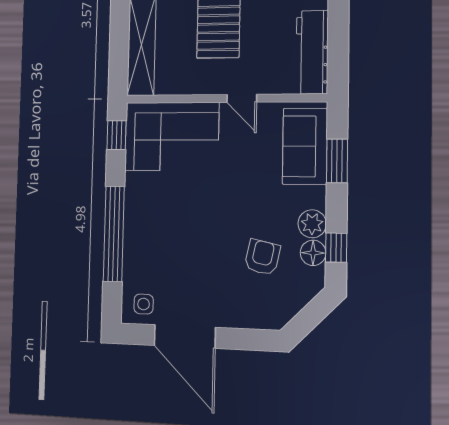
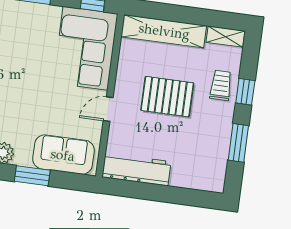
window: (337, 161) -> (32, 176), moved

